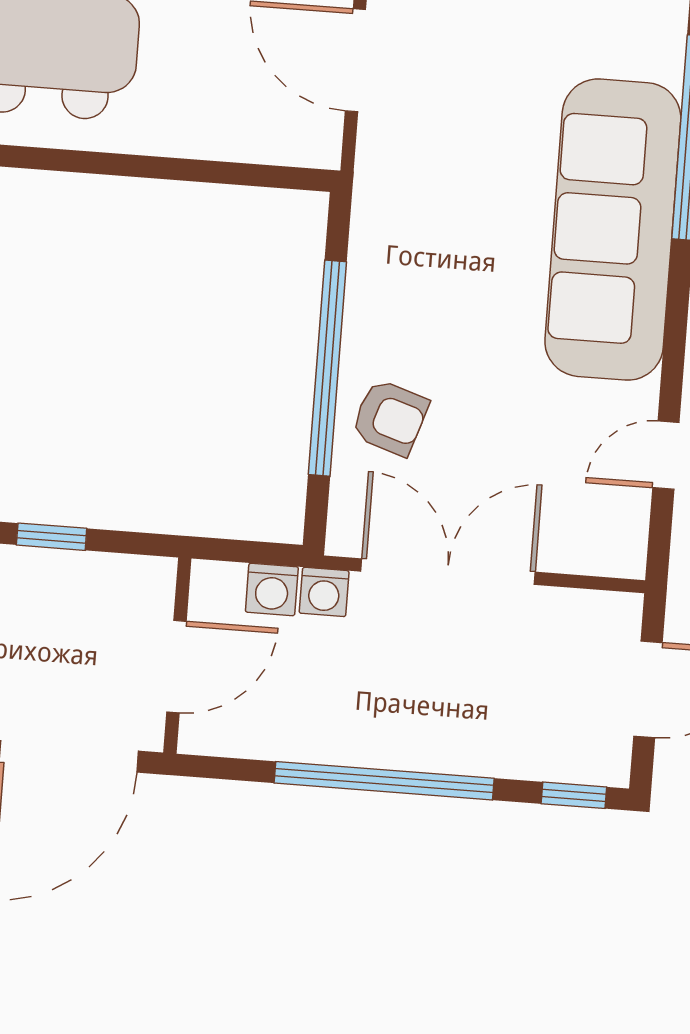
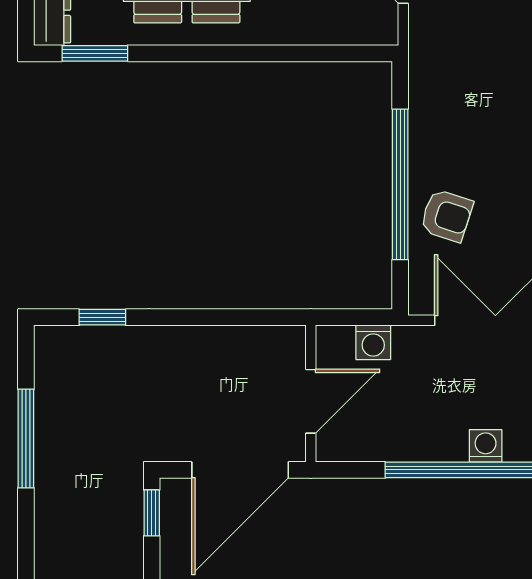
window: (52, 537) -> (216, 317), removed
washing machine: (324, 592) -> (486, 446), moved, turned 180

